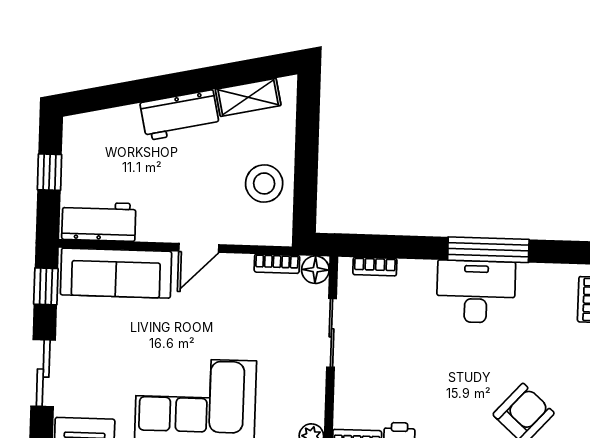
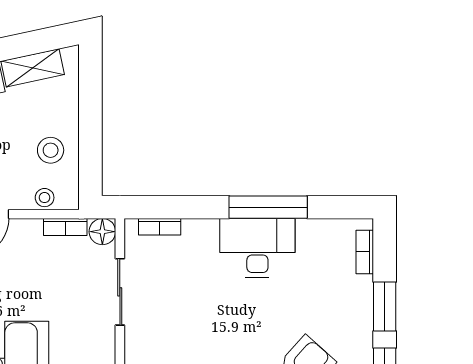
stool: (264, 183) -> (51, 150), width x0.73, depth x0.73
stool: (256, 232) -> (45, 198), added

